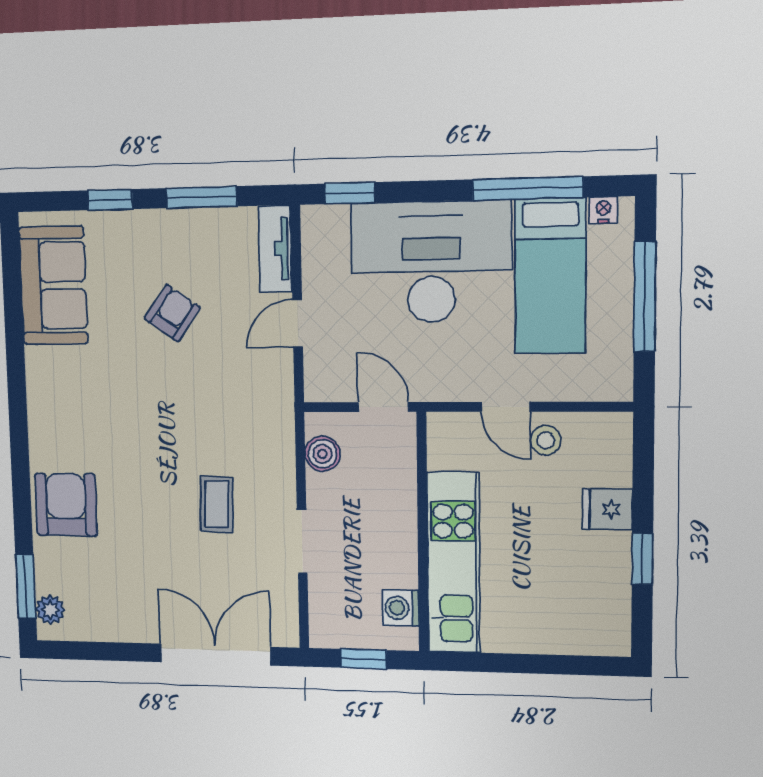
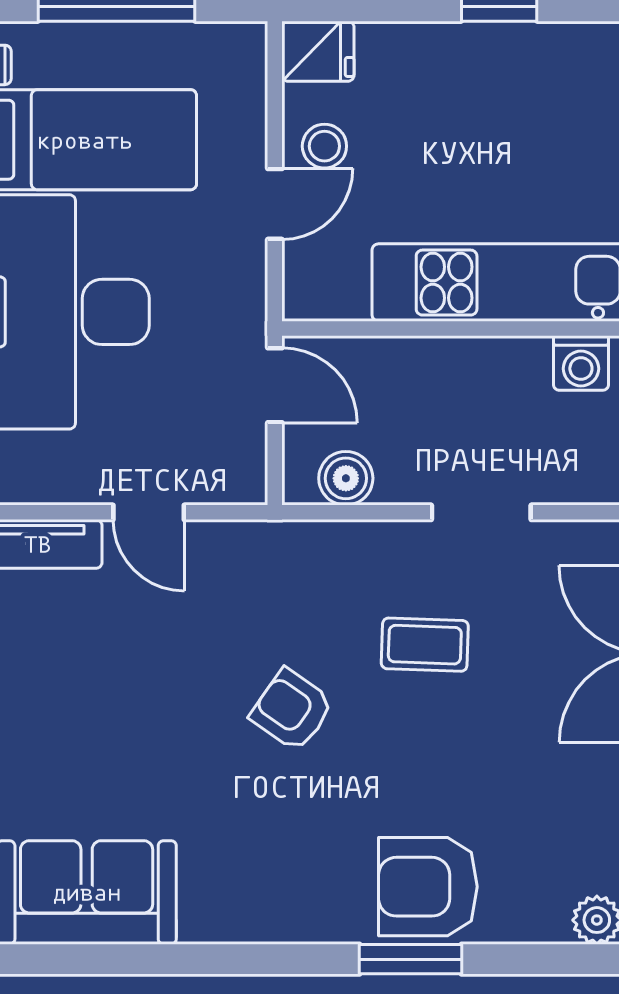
armchair: (172, 313) -> (292, 710), moved
door: (383, 407) -> (275, 385), swing flipped
fridge: (607, 509) -> (318, 51), moved, turned -90
window: (26, 586) -> (411, 959), moved

